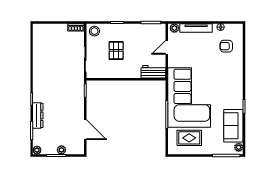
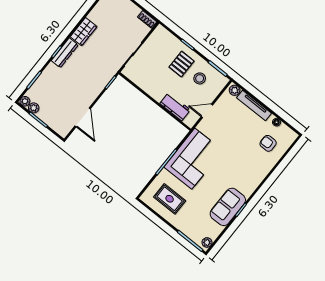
stool: (94, 31) -> (200, 78), moved
door: (167, 47) -> (207, 111), moved
pallet: (116, 50) -> (182, 64), moved
wardrobe: (39, 70) -> (84, 32), added
workbench: (153, 72) -> (175, 107), moved
corner sofa: (189, 97) -> (193, 159), width x0.73, depth x0.74
dresser: (38, 115) -> (65, 53), moved
sofa: (233, 126) -> (228, 207), moved
plant: (61, 150) -> (34, 108), moved

